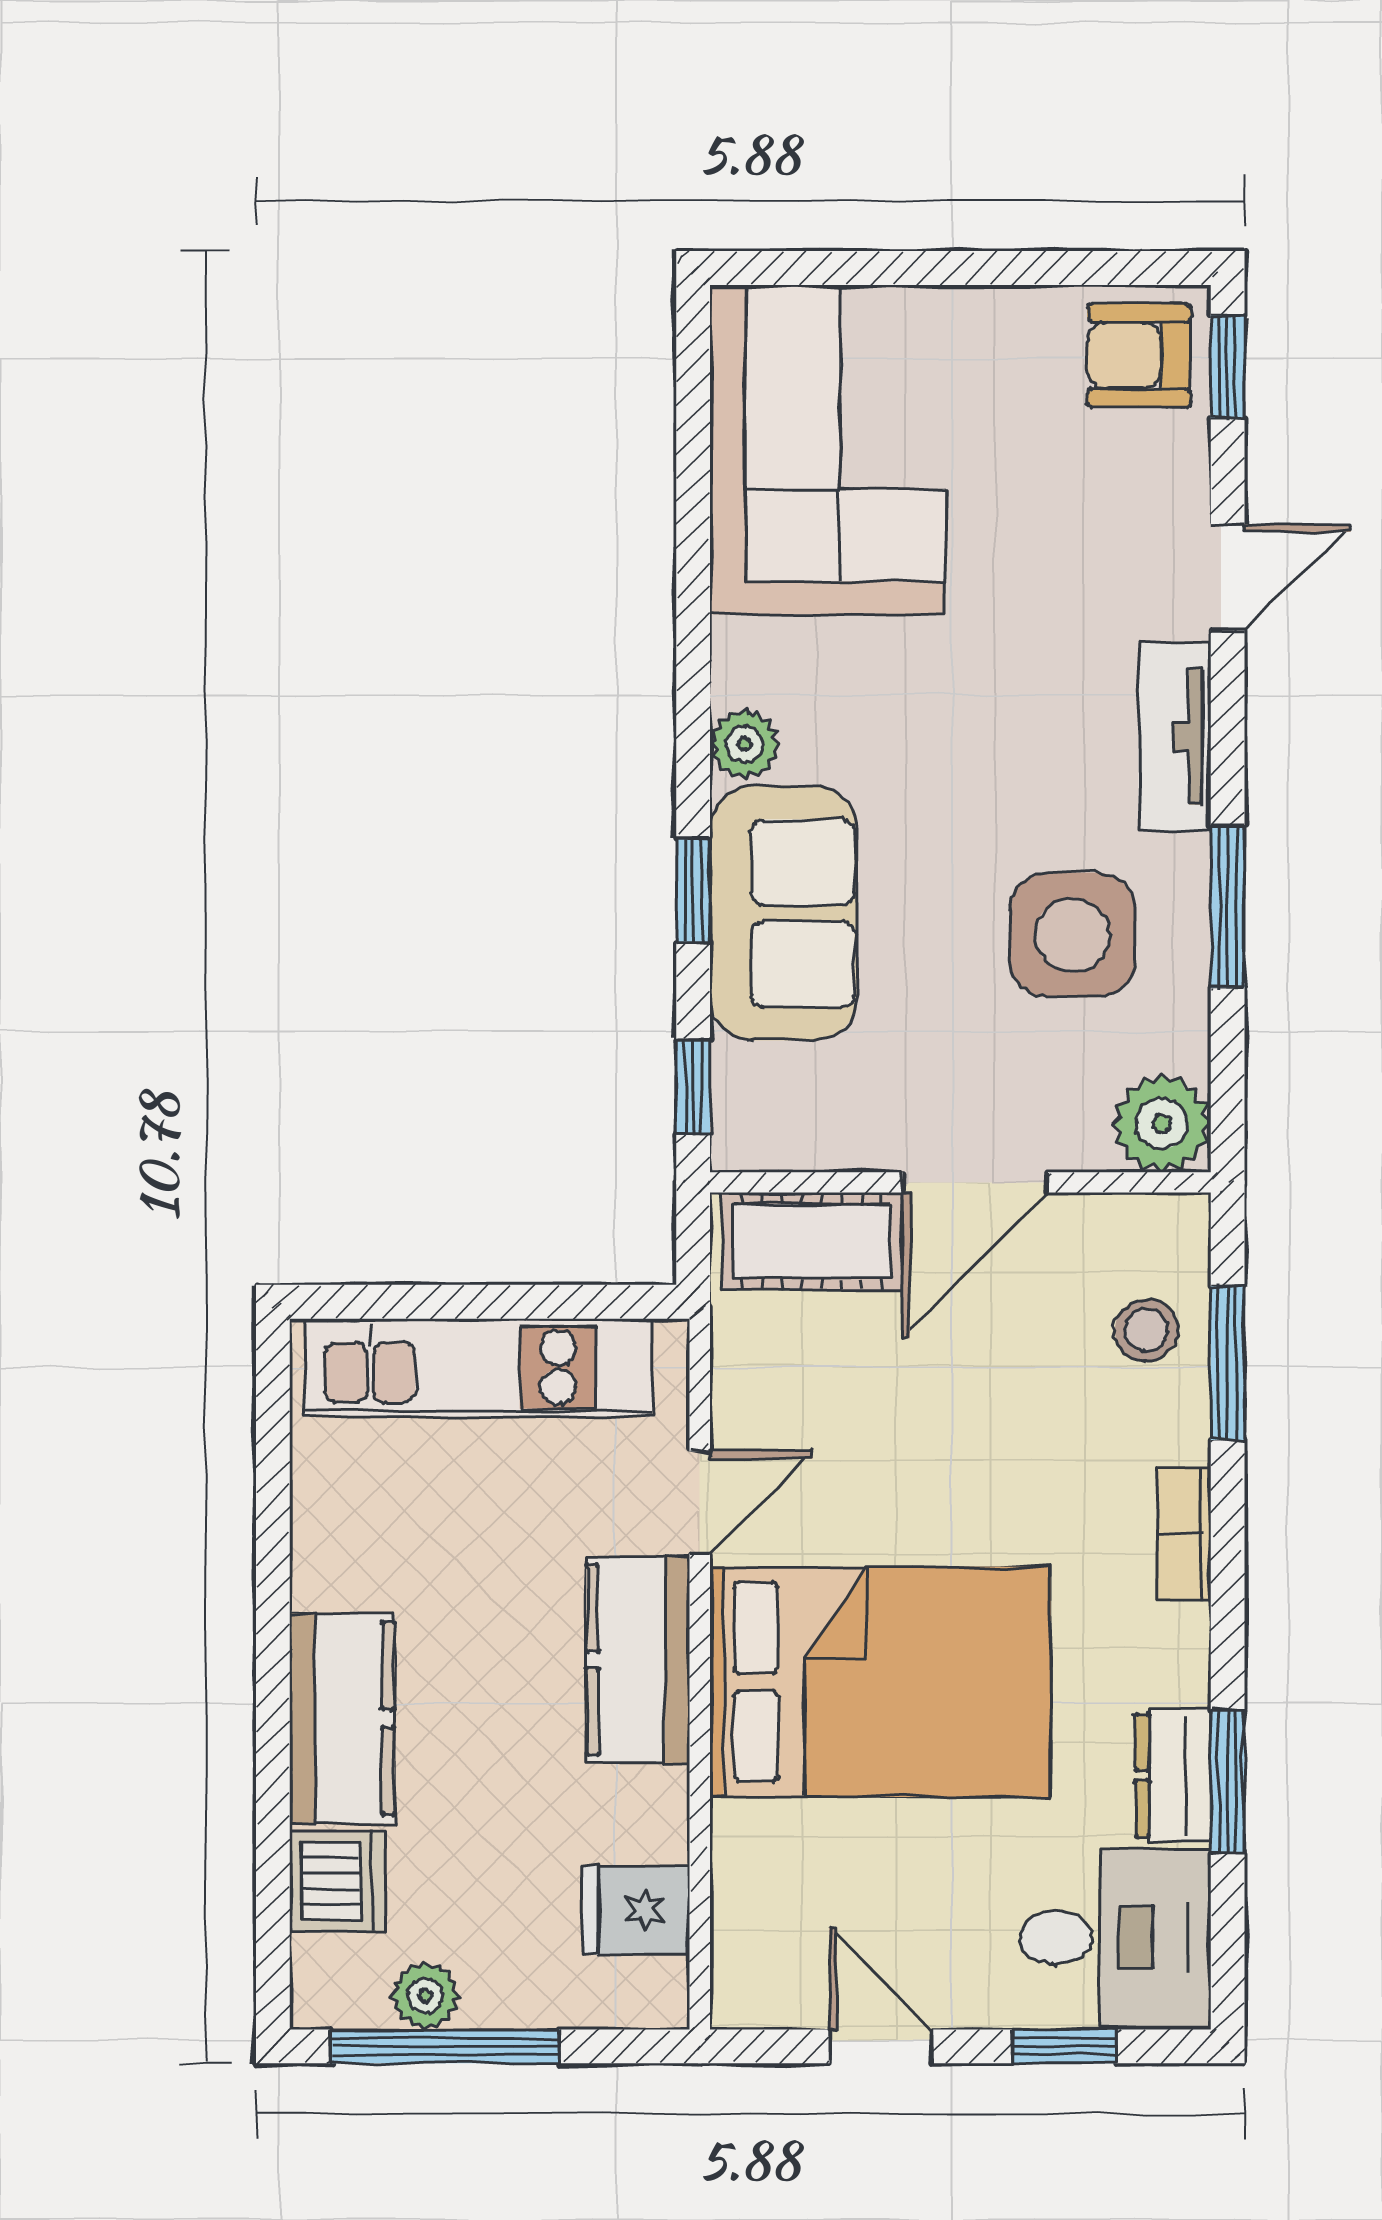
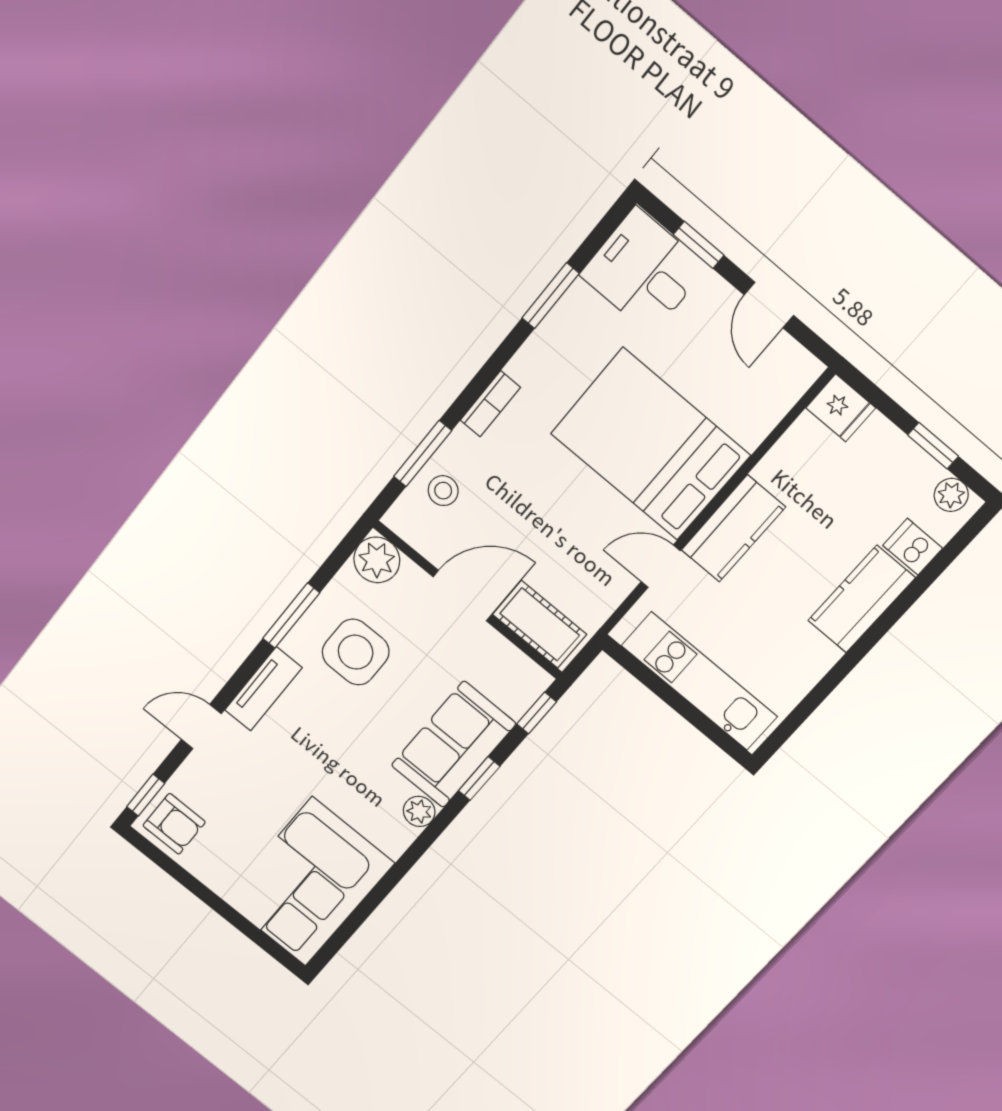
dresser: (1173, 1775) -> (569, 316), removed
dishwasher: (337, 1881) -> (913, 547), width x0.73
fridge: (636, 1910) -> (841, 408), moved
plant: (425, 1996) -> (951, 495), moved
window: (446, 2046) -> (933, 446), width x0.46

